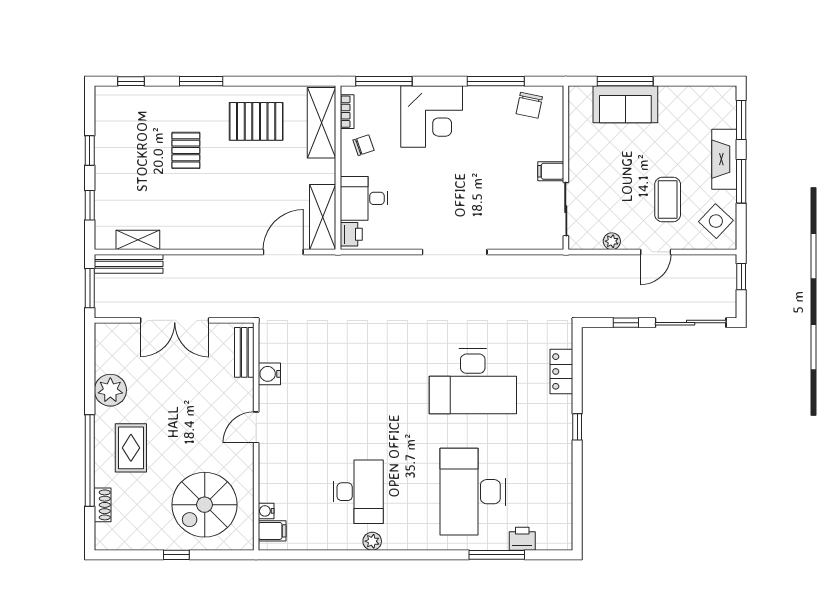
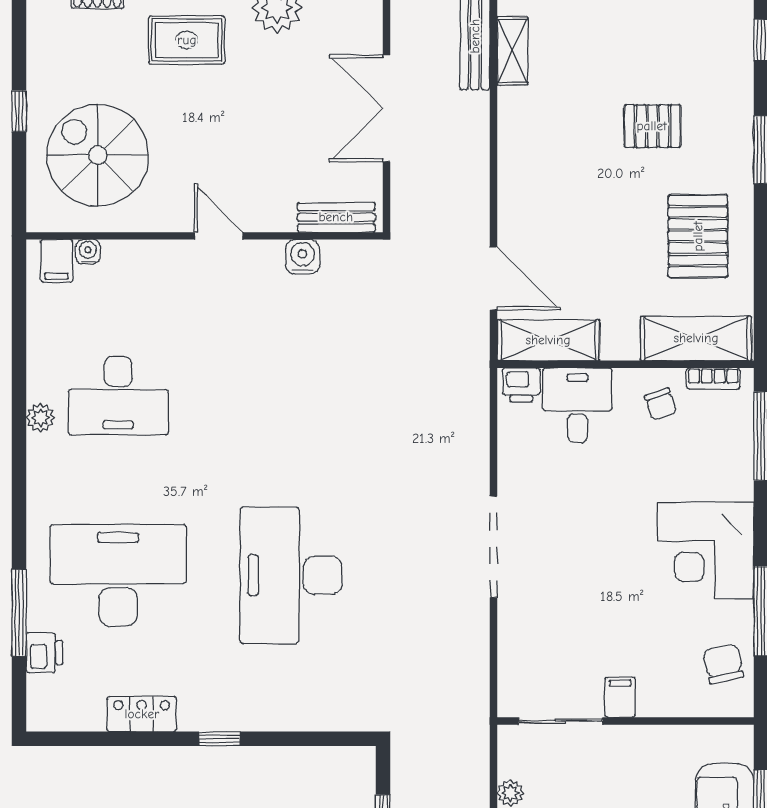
chair: (529, 105) -> (723, 664), turned 66
corner desk: (432, 117) -> (706, 551), moved
locker: (561, 371) -> (142, 714), moved

